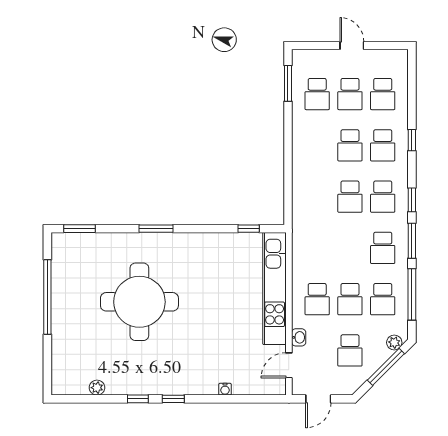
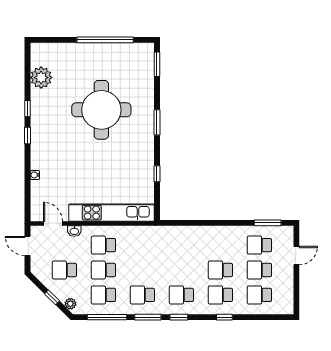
door: (352, 45) -> (296, 256), moved
school desk: (350, 197) -> (181, 270), removed
window: (249, 229) -> (157, 174), moved
window: (386, 367) -> (52, 297), width x0.46
plant: (97, 388) -> (41, 78), width x1.87, depth x1.87

